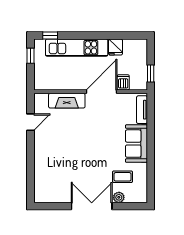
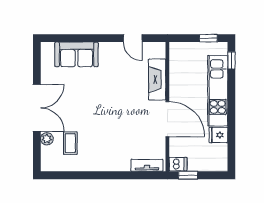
dishwasher: (123, 82) -> (178, 164), moved
sofa: (136, 144) -> (76, 54), moved, turned 180

